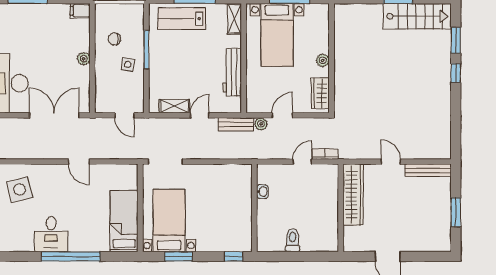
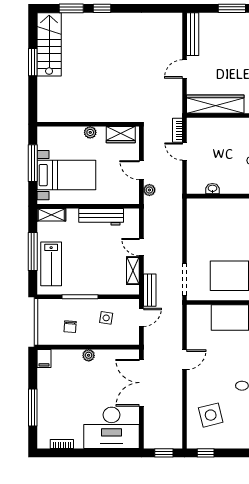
side table: (128, 64) -> (106, 318), moved
bench: (236, 124) -> (150, 290), moved

